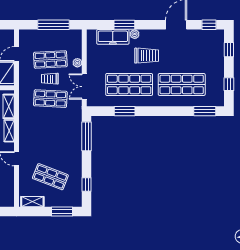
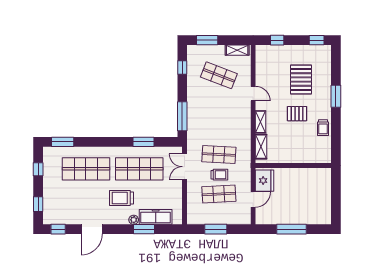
window: (53, 25) -> (216, 229), width x0.69
plant: (77, 63) -> (192, 191), removed
double door: (84, 87) -> (185, 167), swing flipped

